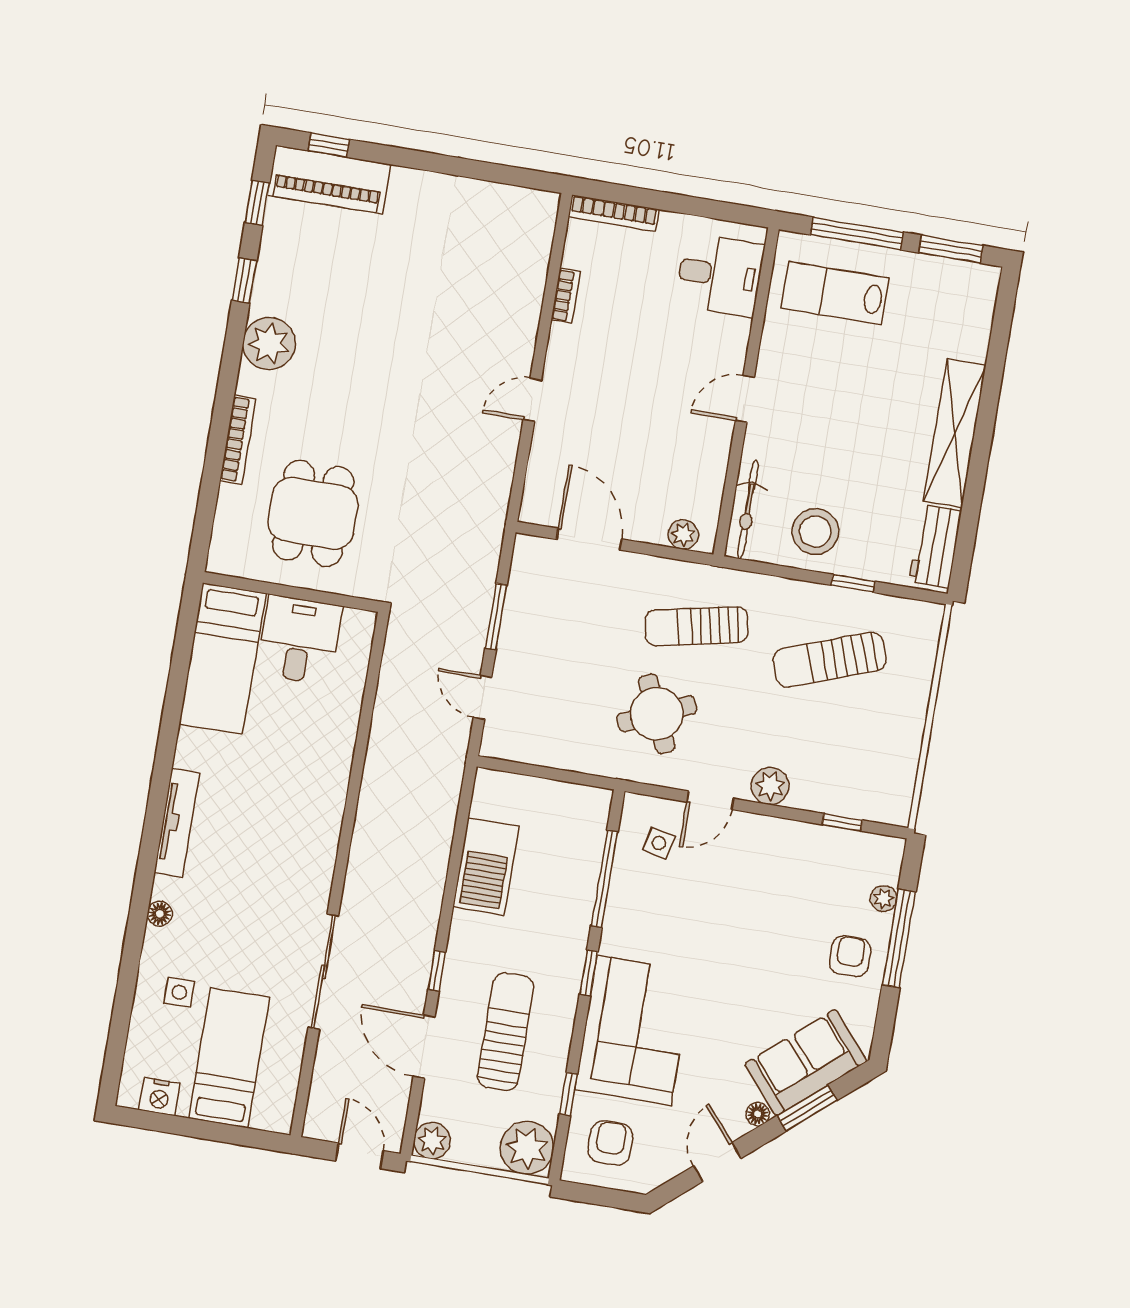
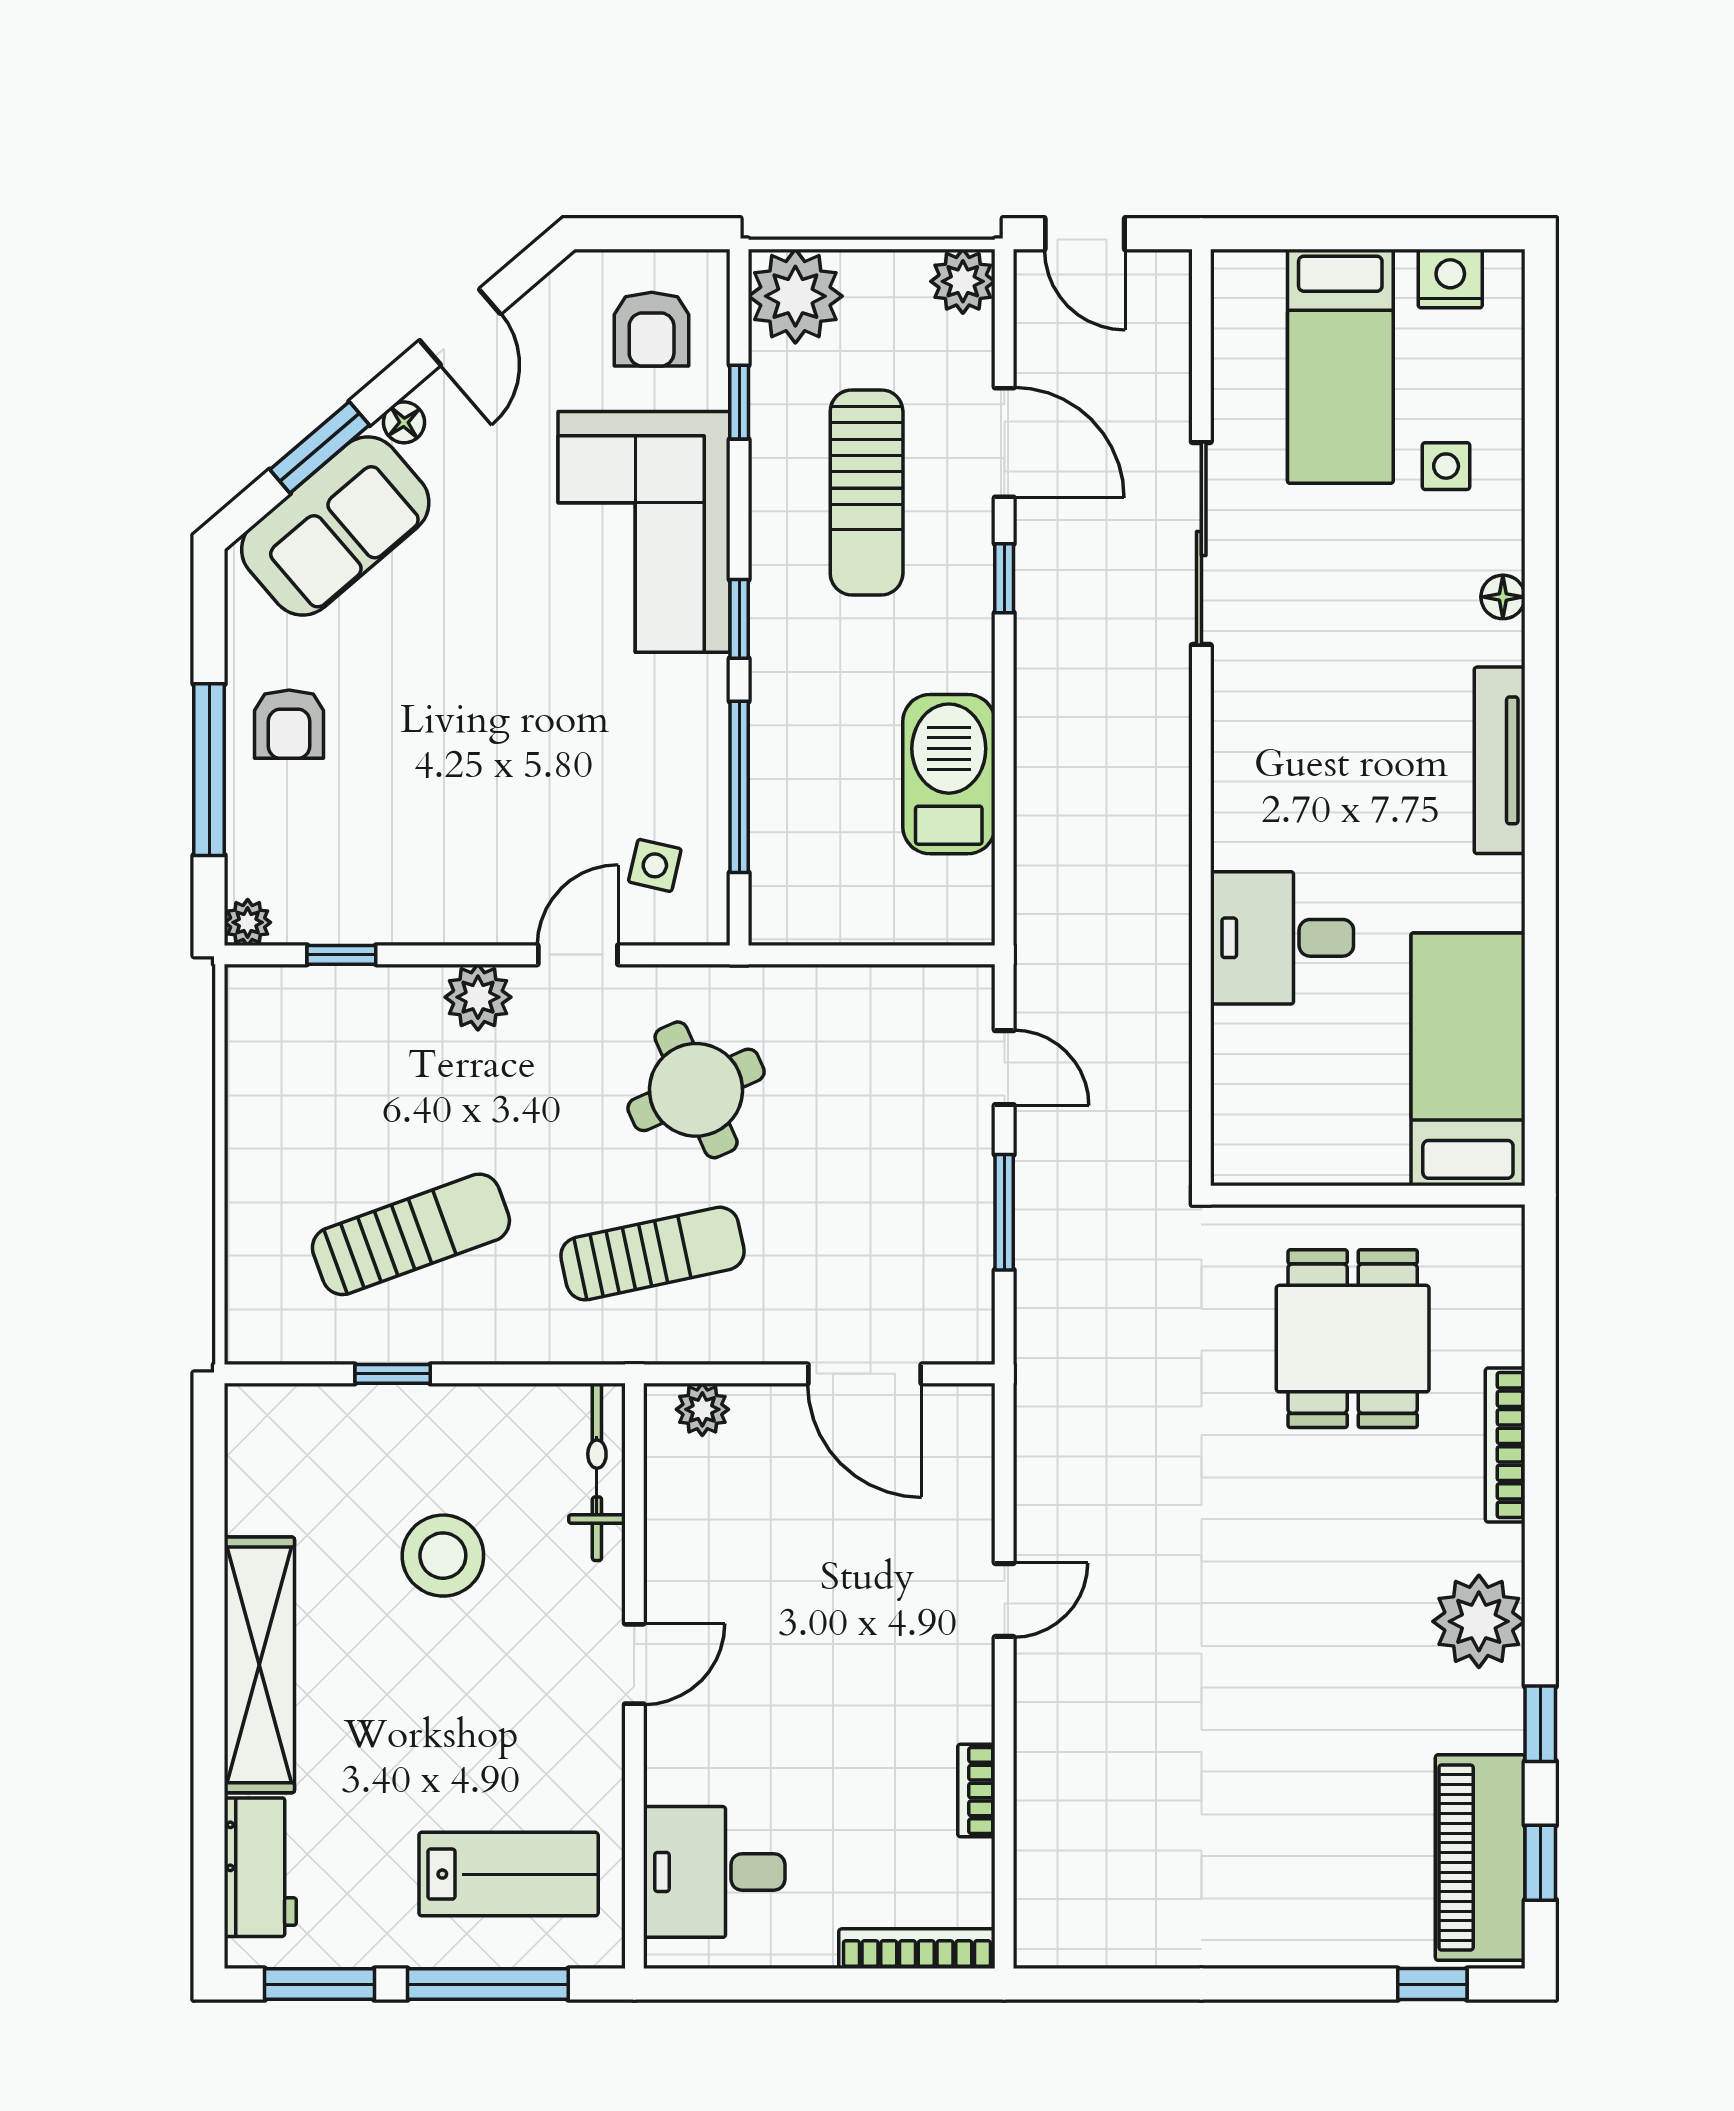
piano: (329, 180) -> (1480, 1858), moved, turned -90
stool: (815, 531) -> (443, 1556), moved
workbench: (935, 546) -> (260, 1867), moved
desk: (299, 640) -> (1282, 938), moved, turned 90
plant: (884, 899) -> (248, 922), moved

